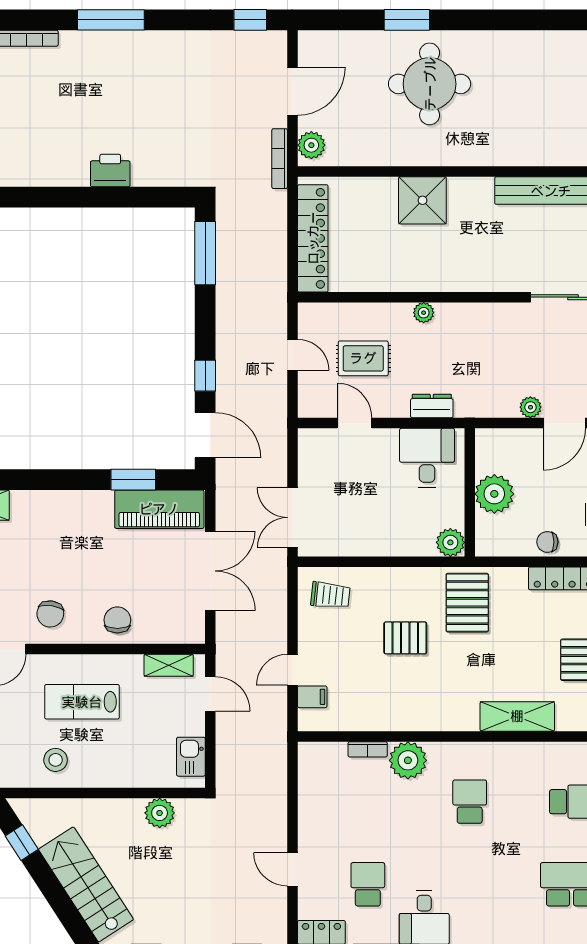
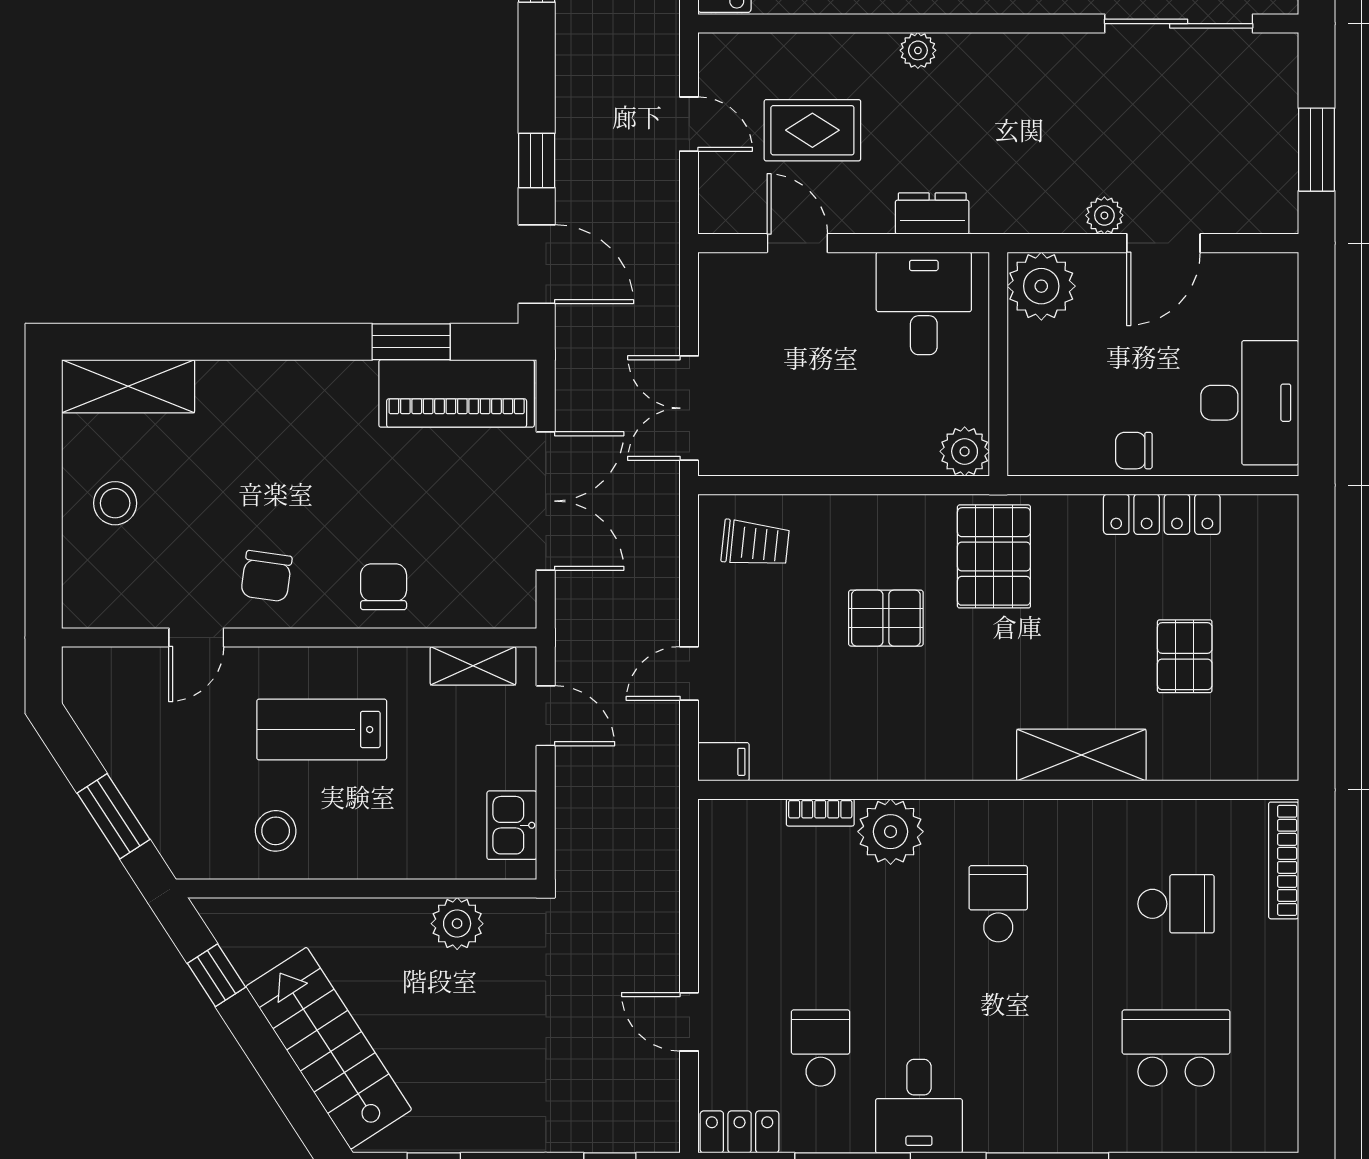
plant: (494, 494) -> (1041, 286), moved
filing cabinet: (312, 697) -> (724, 762), moved

